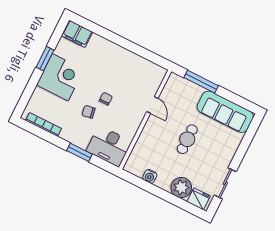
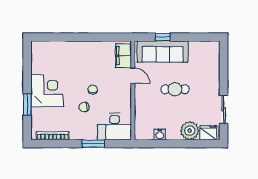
filing cabinet: (77, 34) -> (123, 56), moved, turned 90
window: (45, 59) -> (27, 105), moved
window: (201, 82) -> (163, 37), width x0.46
sofa: (225, 112) -> (163, 52), moved
cafe table: (187, 139) -> (175, 89), turned 90

